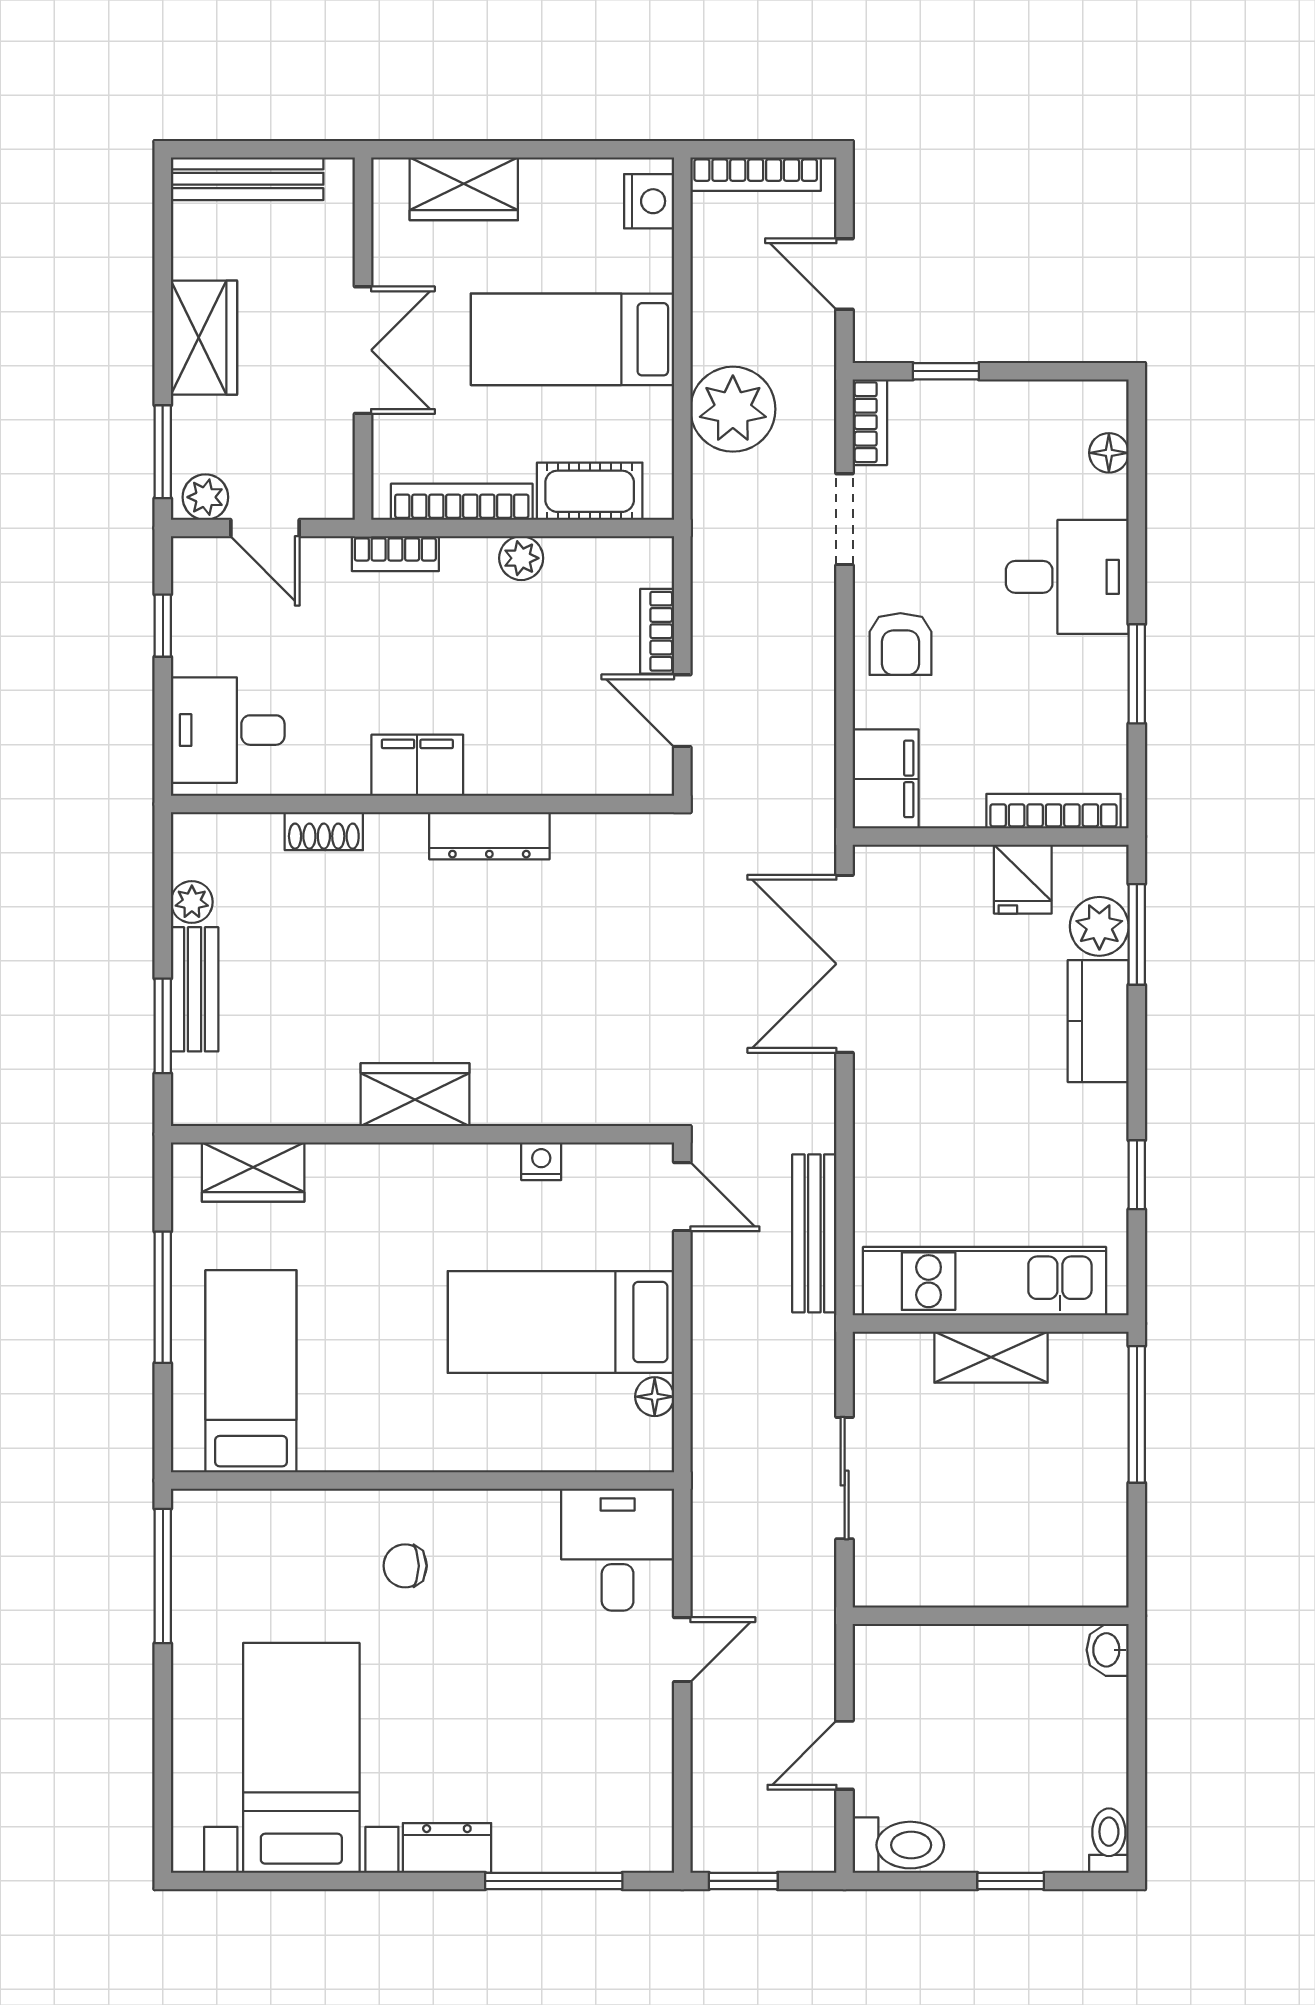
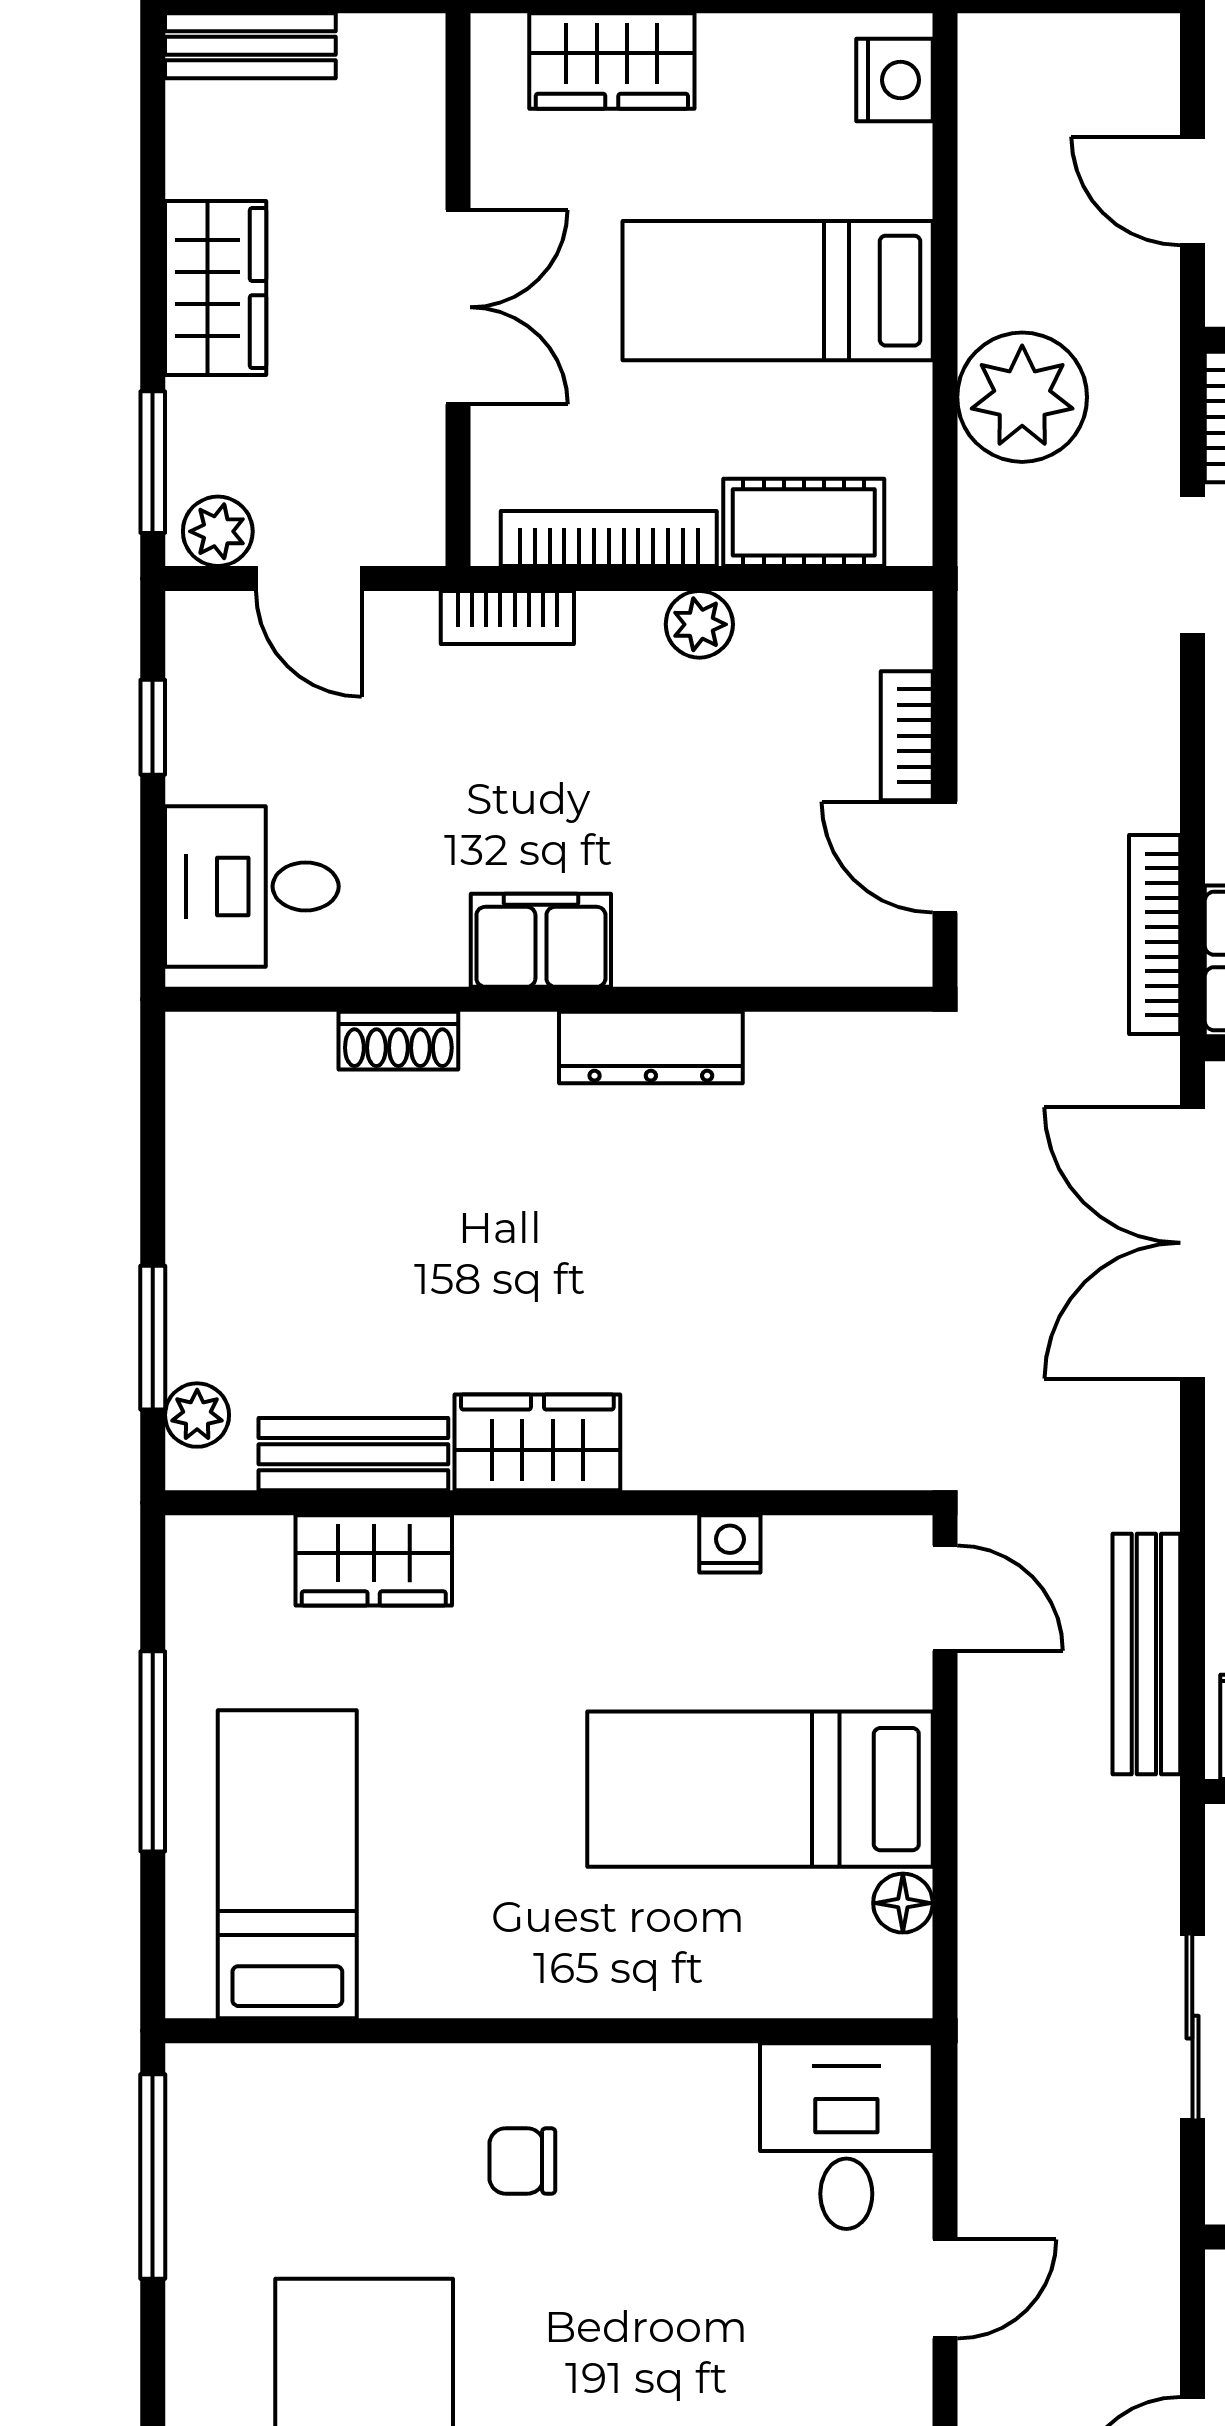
bookcase: (756, 174) -> (1155, 935), moved, turned 90
bench: (247, 179) -> (250, 46), width x0.73
plant: (192, 902) -> (197, 1415), moved
bench: (195, 989) -> (353, 1454), moved, turned 90
wardrobe: (253, 1172) -> (374, 1560), moved

